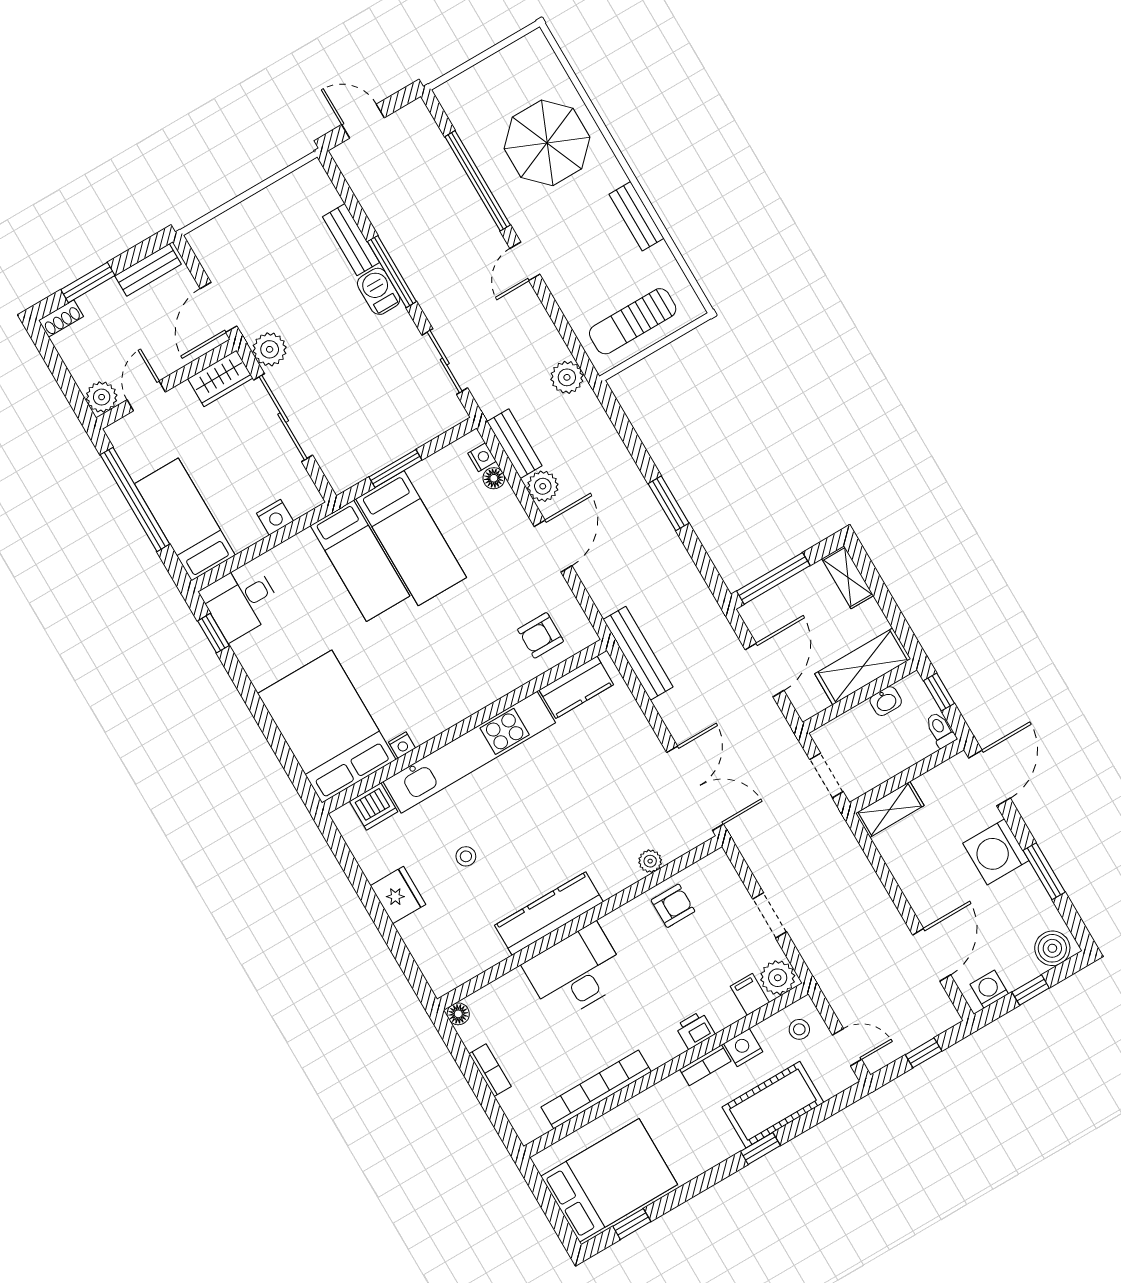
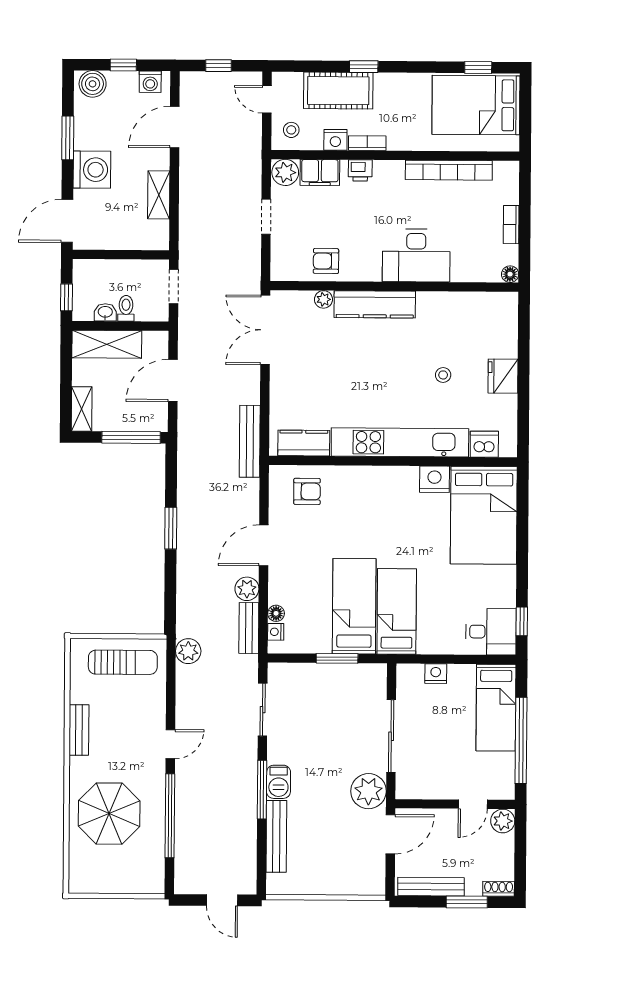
bench: (351, 240) -> (276, 836), width x1.36
bench: (148, 270) -> (431, 887), width x1.36
plant: (270, 349) -> (368, 791), width x1.36, depth x1.36
wardrobe: (220, 378) -> (417, 787), removed
toilet: (940, 730) -> (126, 308), moved, turned 180
nightstand: (402, 745) -> (434, 479), width x1.89, depth x1.79
shelving: (890, 809) -> (159, 195), moved, turned 90
kitchen counter: (549, 914) -> (375, 304), moved
filing cabinet: (750, 994) -> (320, 172), width x2.00

